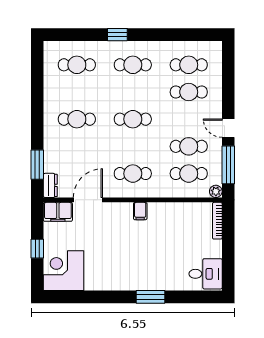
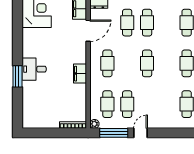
cafe table: (189, 92) -> (127, 23), moved
door: (88, 200) -> (88, 31), hinge flipped
filing cabinet: (140, 211) -> (80, 74), width x2.00
desk: (206, 274) -> (34, 69), moved, turned 90

